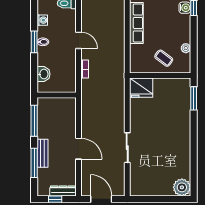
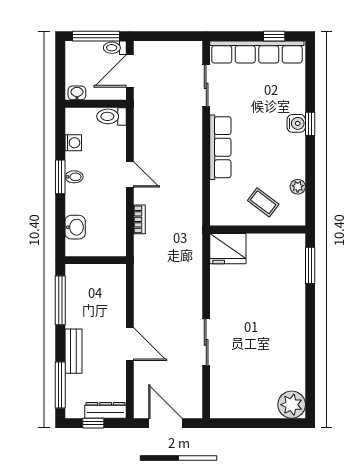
window: (34, 163) -> (60, 385), moved

